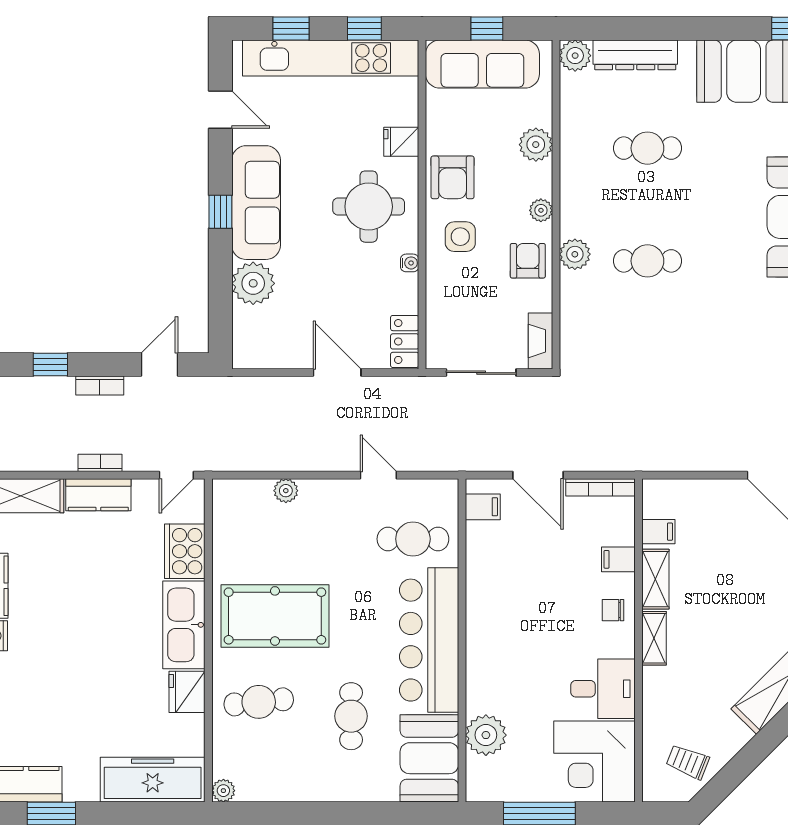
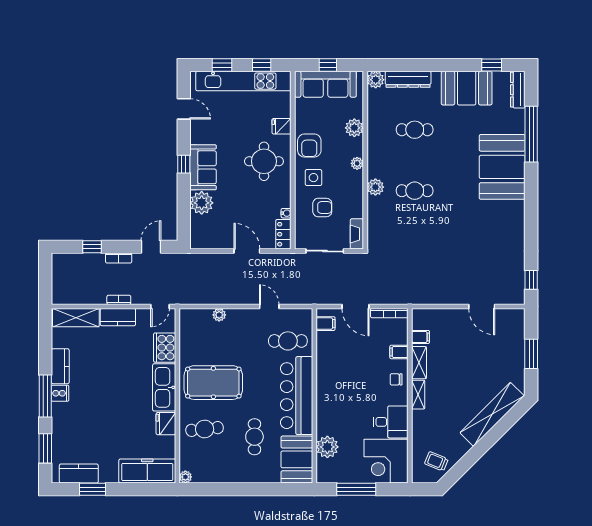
sofa: (256, 203) -> (203, 167), width x0.73
armchair: (528, 261) -> (322, 208), moved, turned 90
water cooler: (410, 263) -> (286, 213), moved

